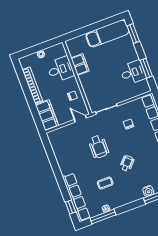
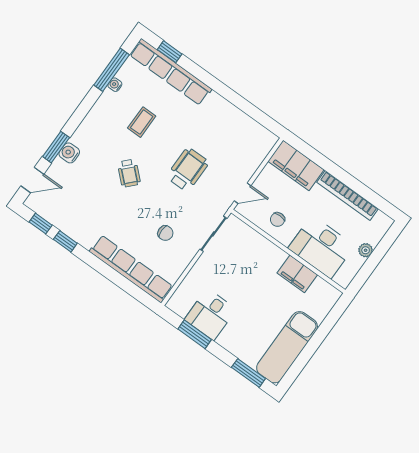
desk: (61, 69) -> (321, 247), width x1.37
wheelchair: (99, 147) -> (188, 170), turned 90

